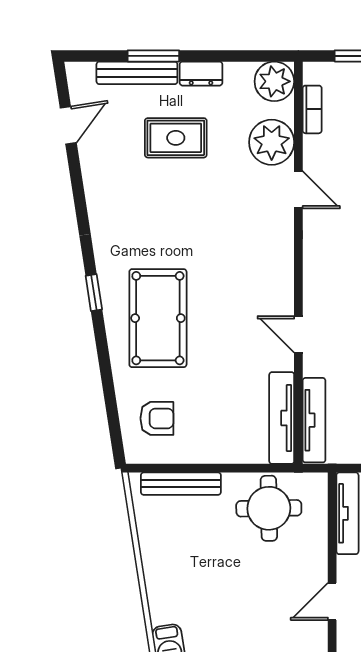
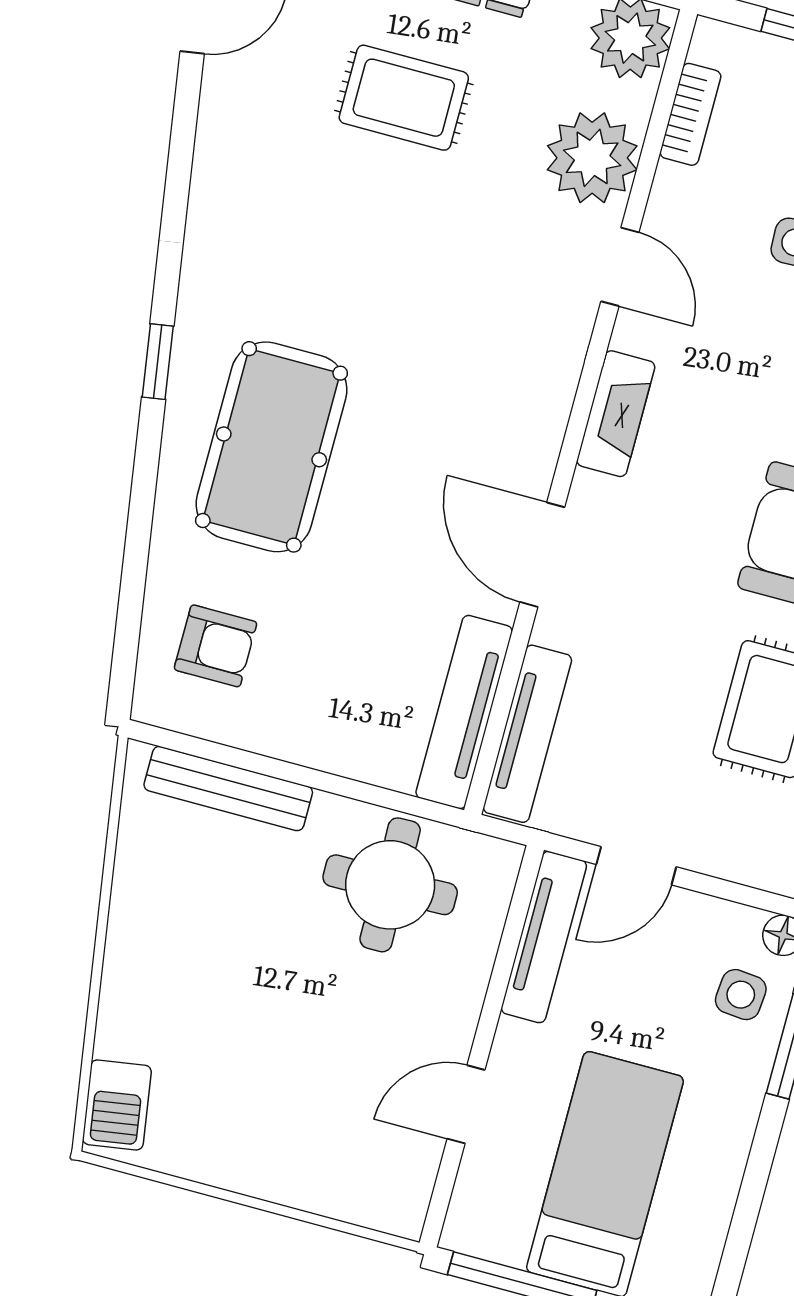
fireplace: (315, 259) -> (616, 414), added
door: (298, 334) -> (542, 555), width x1.38

